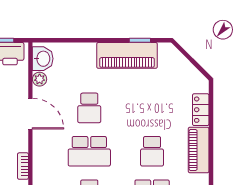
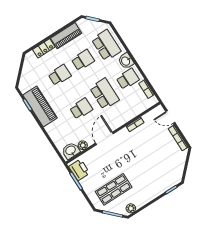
school desk: (152, 108) -> (60, 75), added

